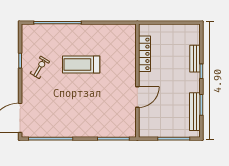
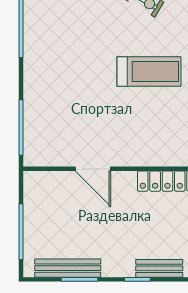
treadmill: (81, 65) -> (149, 72), turned 90

